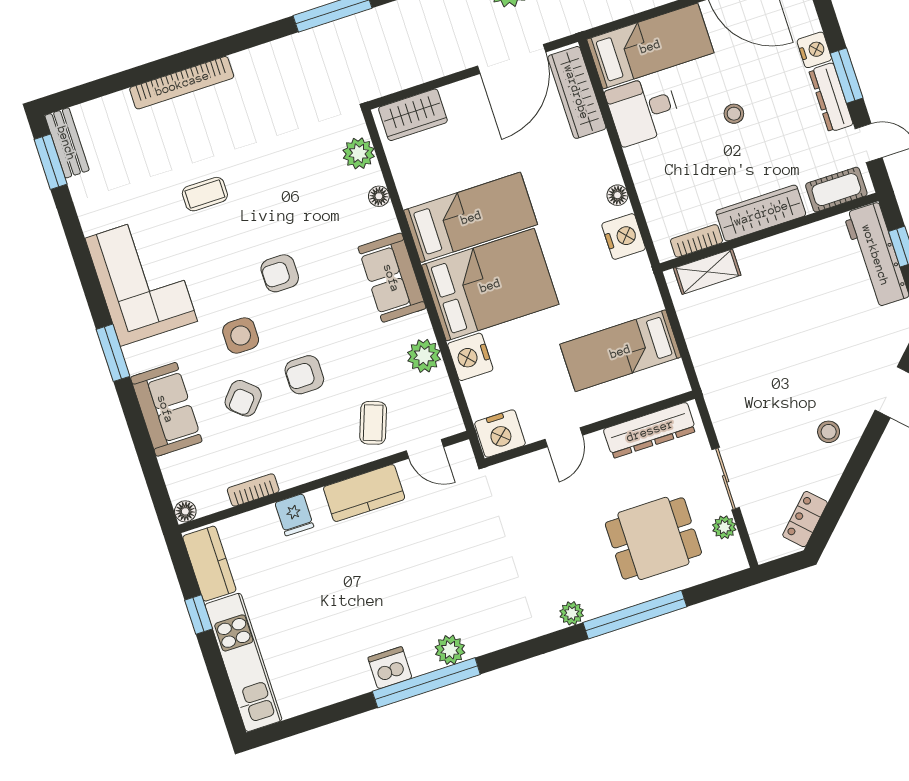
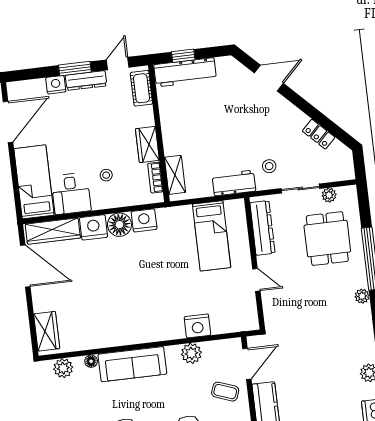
stool: (734, 114) -> (106, 175), moved
floor lamp: (617, 195) -> (119, 225), width x1.89, depth x1.89
wardrobe: (761, 213) -> (147, 145), width x0.67
bed: (471, 217) -> (114, 309), removed
sofa: (392, 278) -> (132, 364), width x1.36
bed: (490, 285) -> (157, 305), removed
workbench: (713, 370) -> (234, 183), added
stool: (829, 432) -> (269, 166), moved
nightstand: (500, 433) -> (94, 227), moved, turned -90
door: (425, 449) -> (247, 364), width x1.38
locker: (805, 519) -> (319, 134), moved

